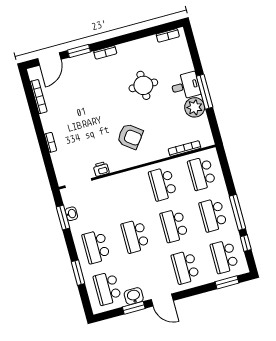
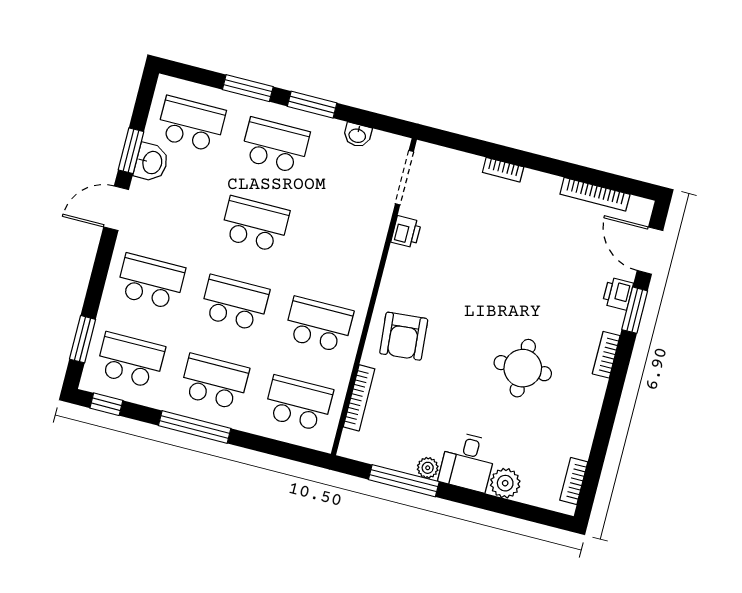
printer: (76, 62) -> (618, 294), added
plant: (185, 64) -> (505, 483), added
round table: (143, 85) -> (523, 368), moved
window: (205, 92) -> (404, 481), moved
plant: (195, 107) -> (428, 468), width x0.53, depth x0.53
armchair: (130, 136) -> (404, 336), moved, turned -42
window: (63, 217) -> (312, 105), moved
window: (246, 243) -> (106, 404), moved

